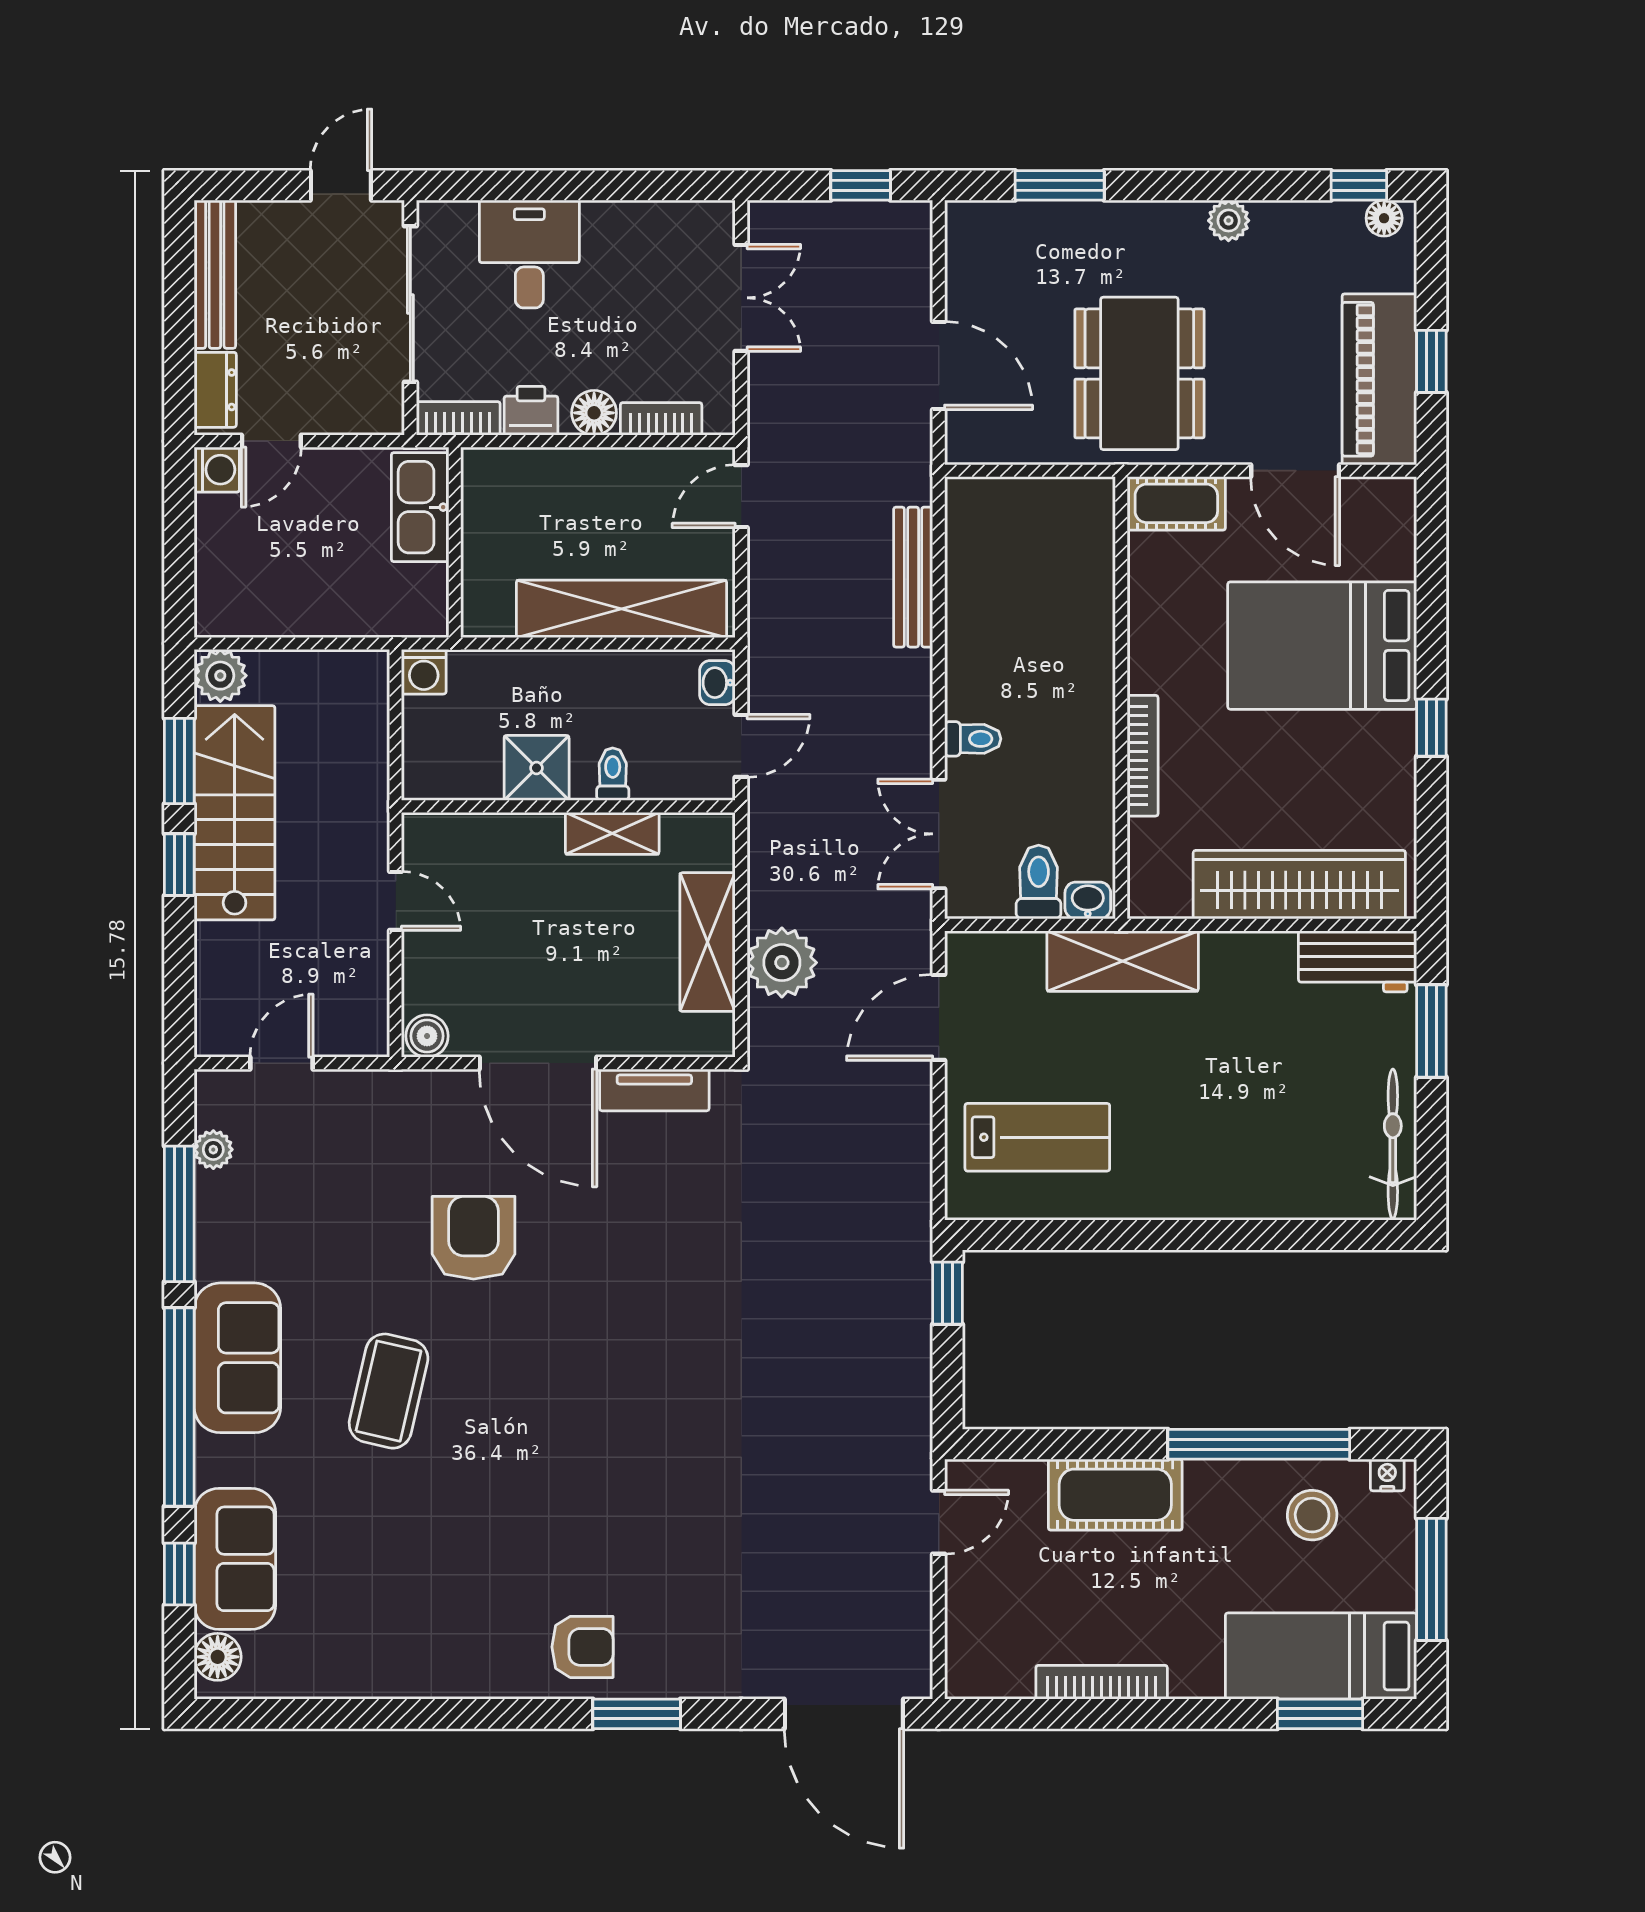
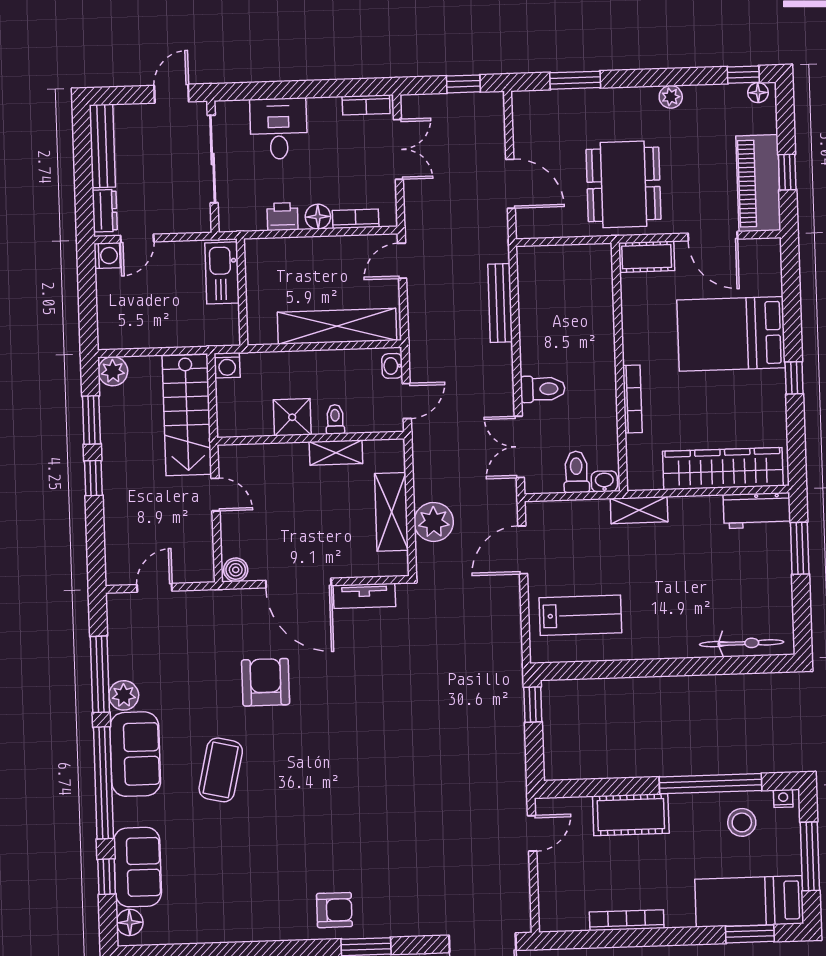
bookcase: (458, 418) -> (366, 105), moved, turned 180
toilet: (973, 739) -> (543, 389), width x1.37, depth x1.39
stairs: (235, 813) -> (187, 415), moved, turned 180
shelving: (1123, 961) -> (639, 510), width x0.67, depth x0.75
bicycle: (1393, 1144) -> (742, 643), moved, turned 90
plant: (213, 1150) -> (124, 695), moved, width x1.38, depth x1.38

